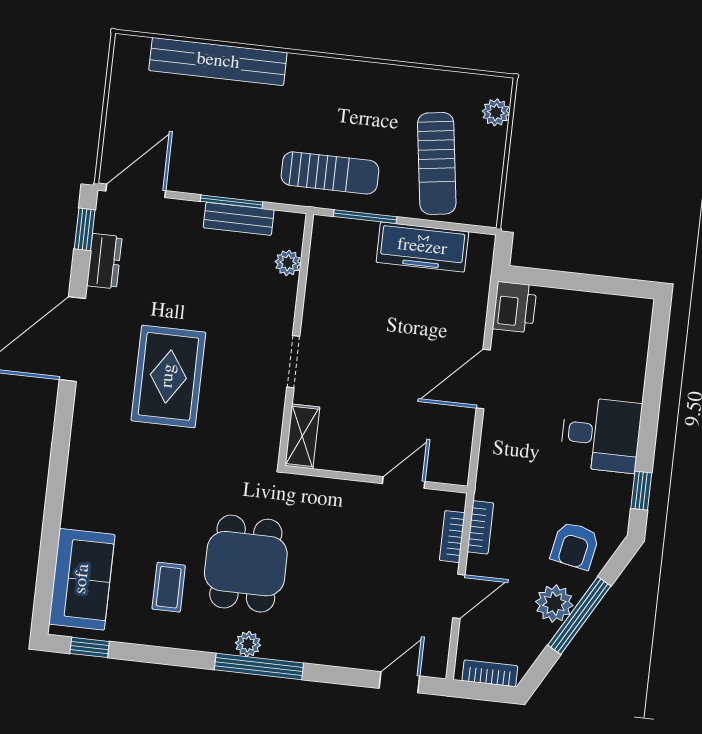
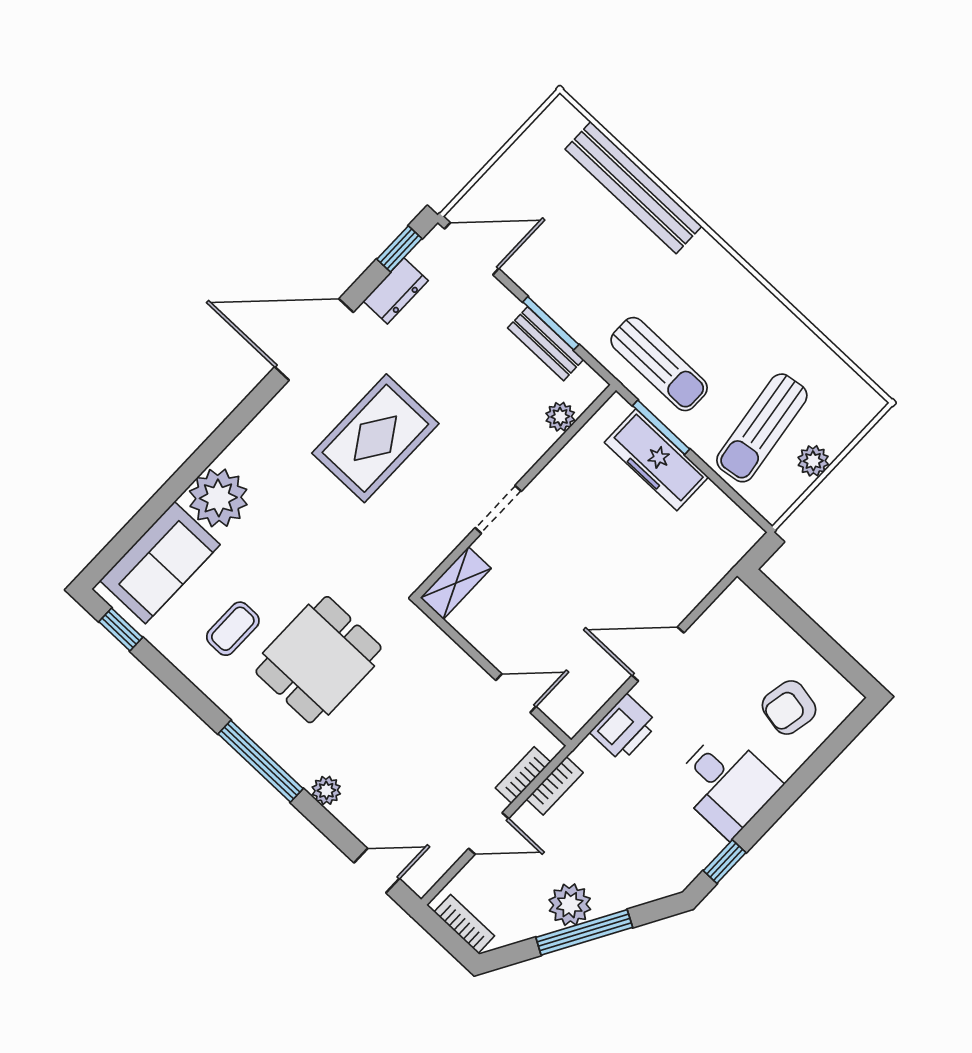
plant: (496, 112) -> (813, 461), moved
freezer: (422, 247) -> (656, 460), moved
printer: (515, 307) -> (624, 728), moved
plant: (89, 502) -> (218, 498), added
armchair: (575, 546) -> (789, 707), moved
plant: (248, 644) -> (326, 790), moved

